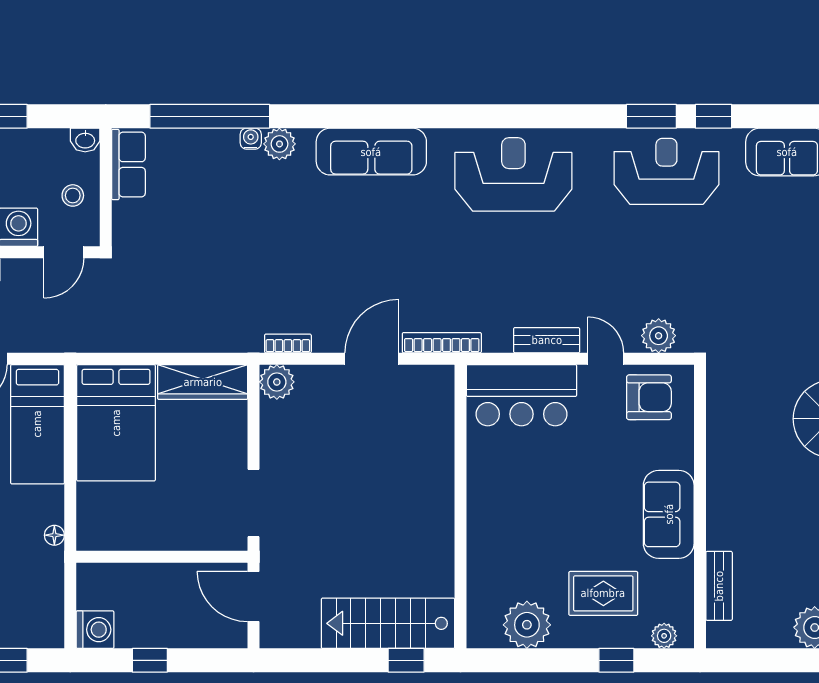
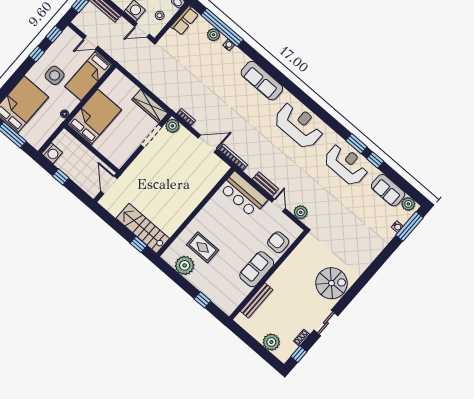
plant: (279, 144) -> (214, 35), moved
armchair: (649, 397) -> (278, 242), moved, turned 180
bed: (116, 423) -> (94, 117), moved, turned 180
doorway: (254, 503) -> (151, 136), moved
bench: (719, 586) -> (257, 300), width x1.36
rug: (603, 593) -> (203, 247), moved
plant: (664, 636) -> (223, 305), removed

